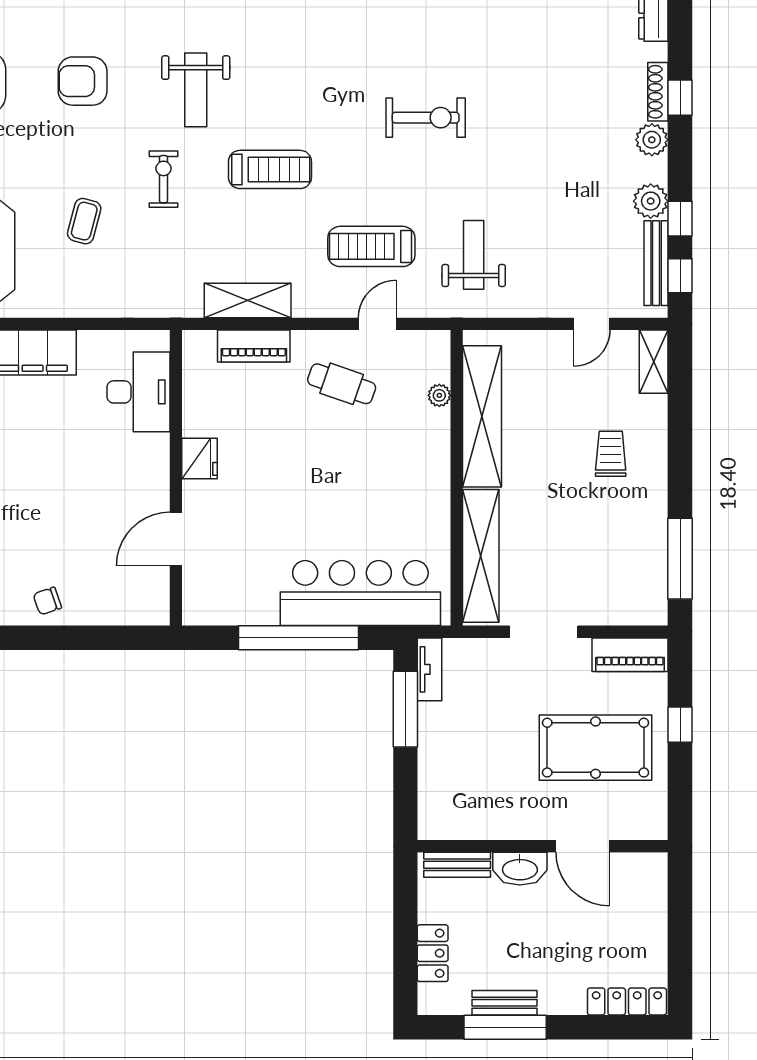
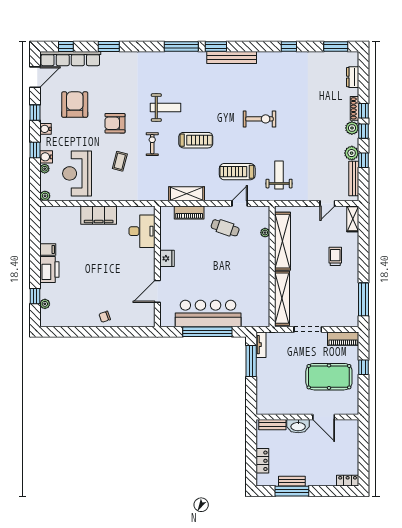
armchair: (83, 81) -> (115, 123), moved
weight bench: (196, 90) -> (165, 108), turned -90
window: (680, 276) -> (364, 131), moved
bar counter: (360, 593) -> (208, 313), moved
locker: (627, 1002) -> (348, 481), width x0.66

